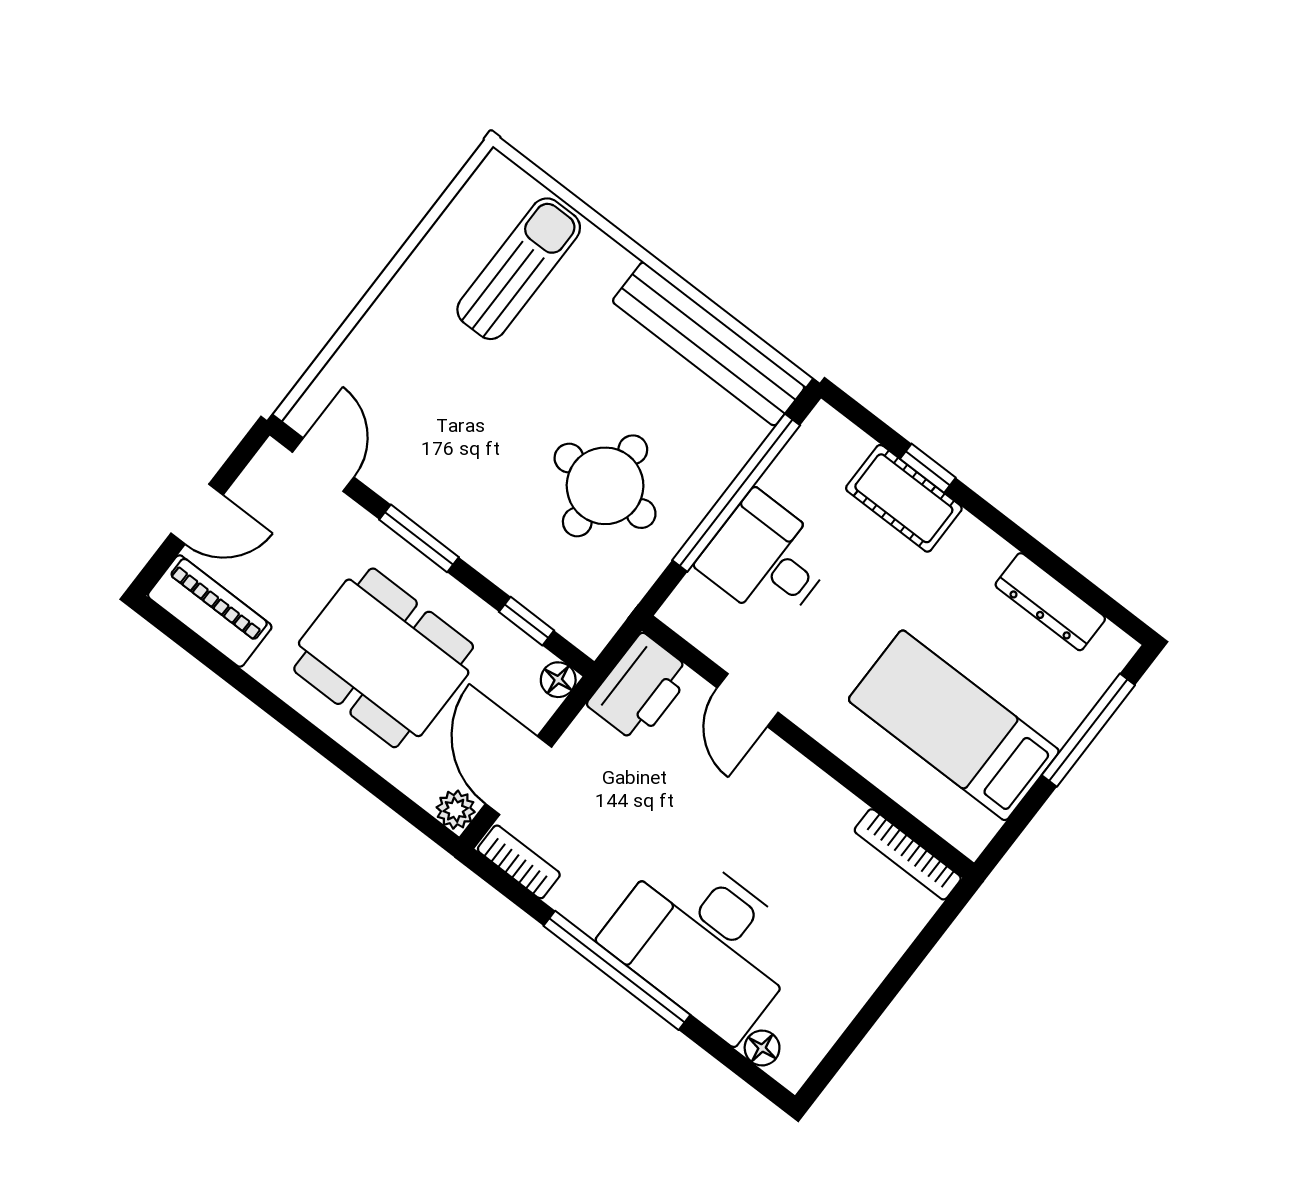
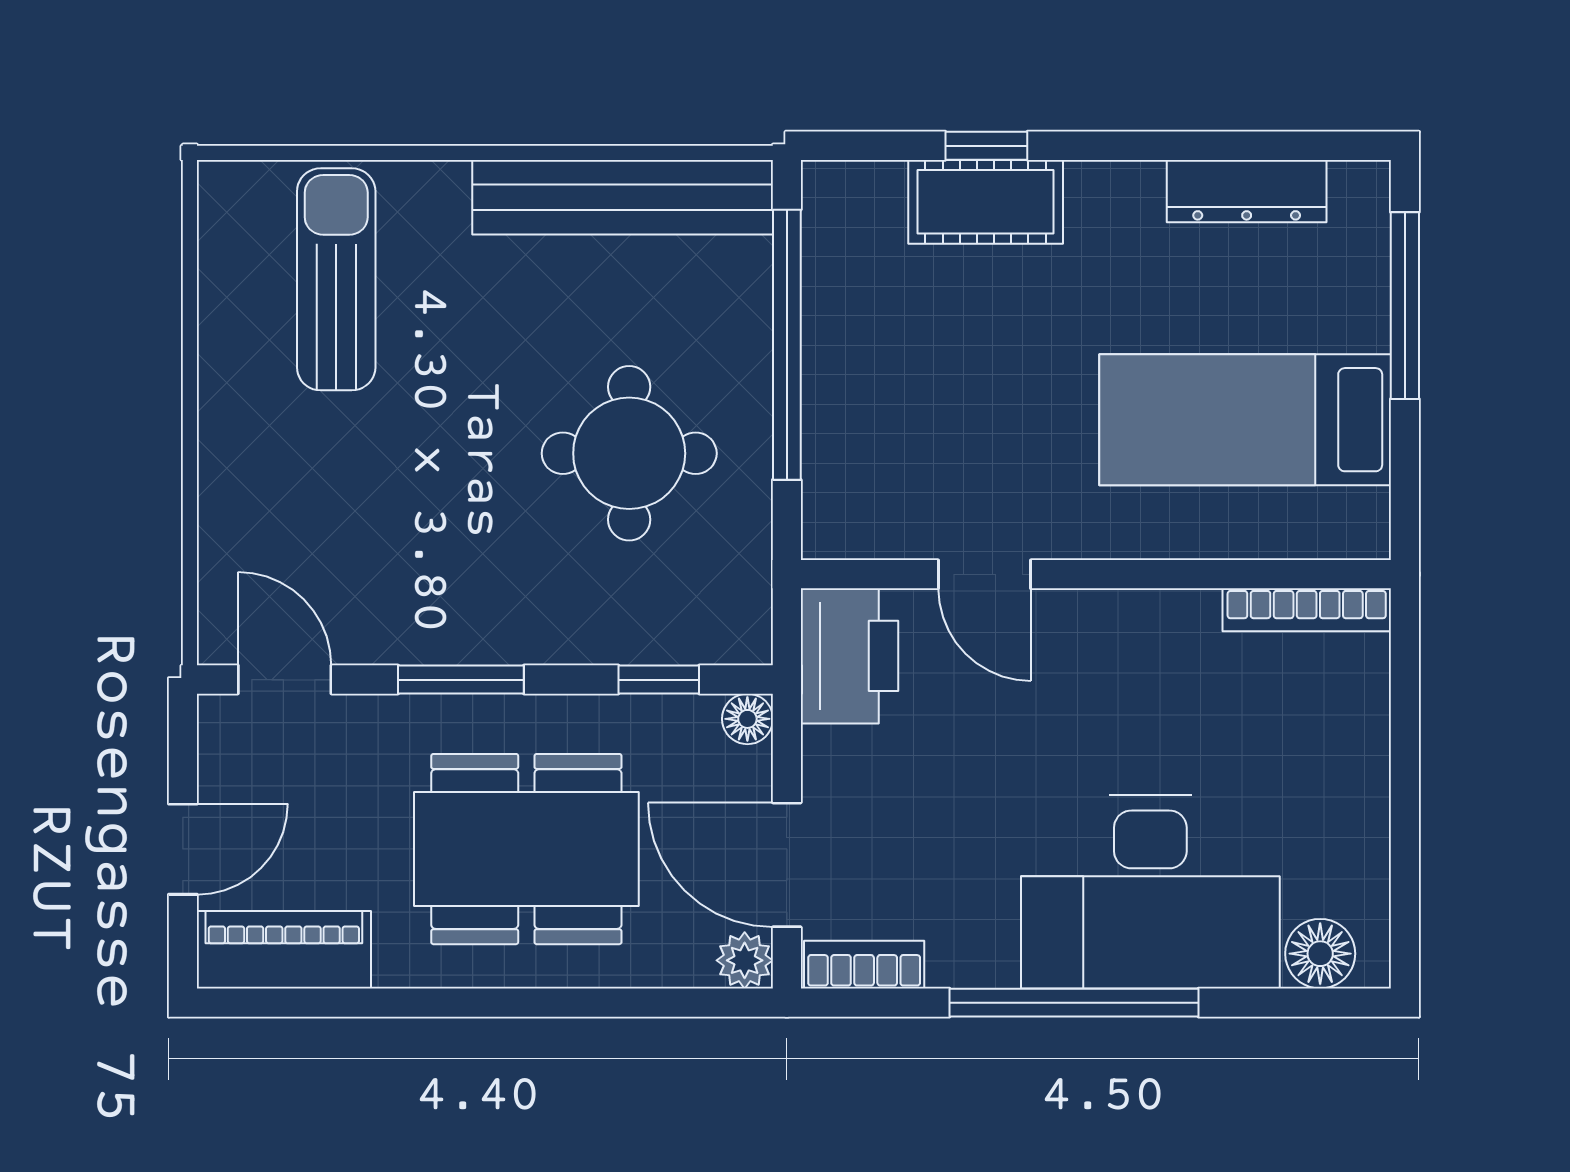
desk: (767, 559) -> (881, 394), removed
floor lamp: (762, 1048) -> (1320, 954), width x1.37, depth x1.37

